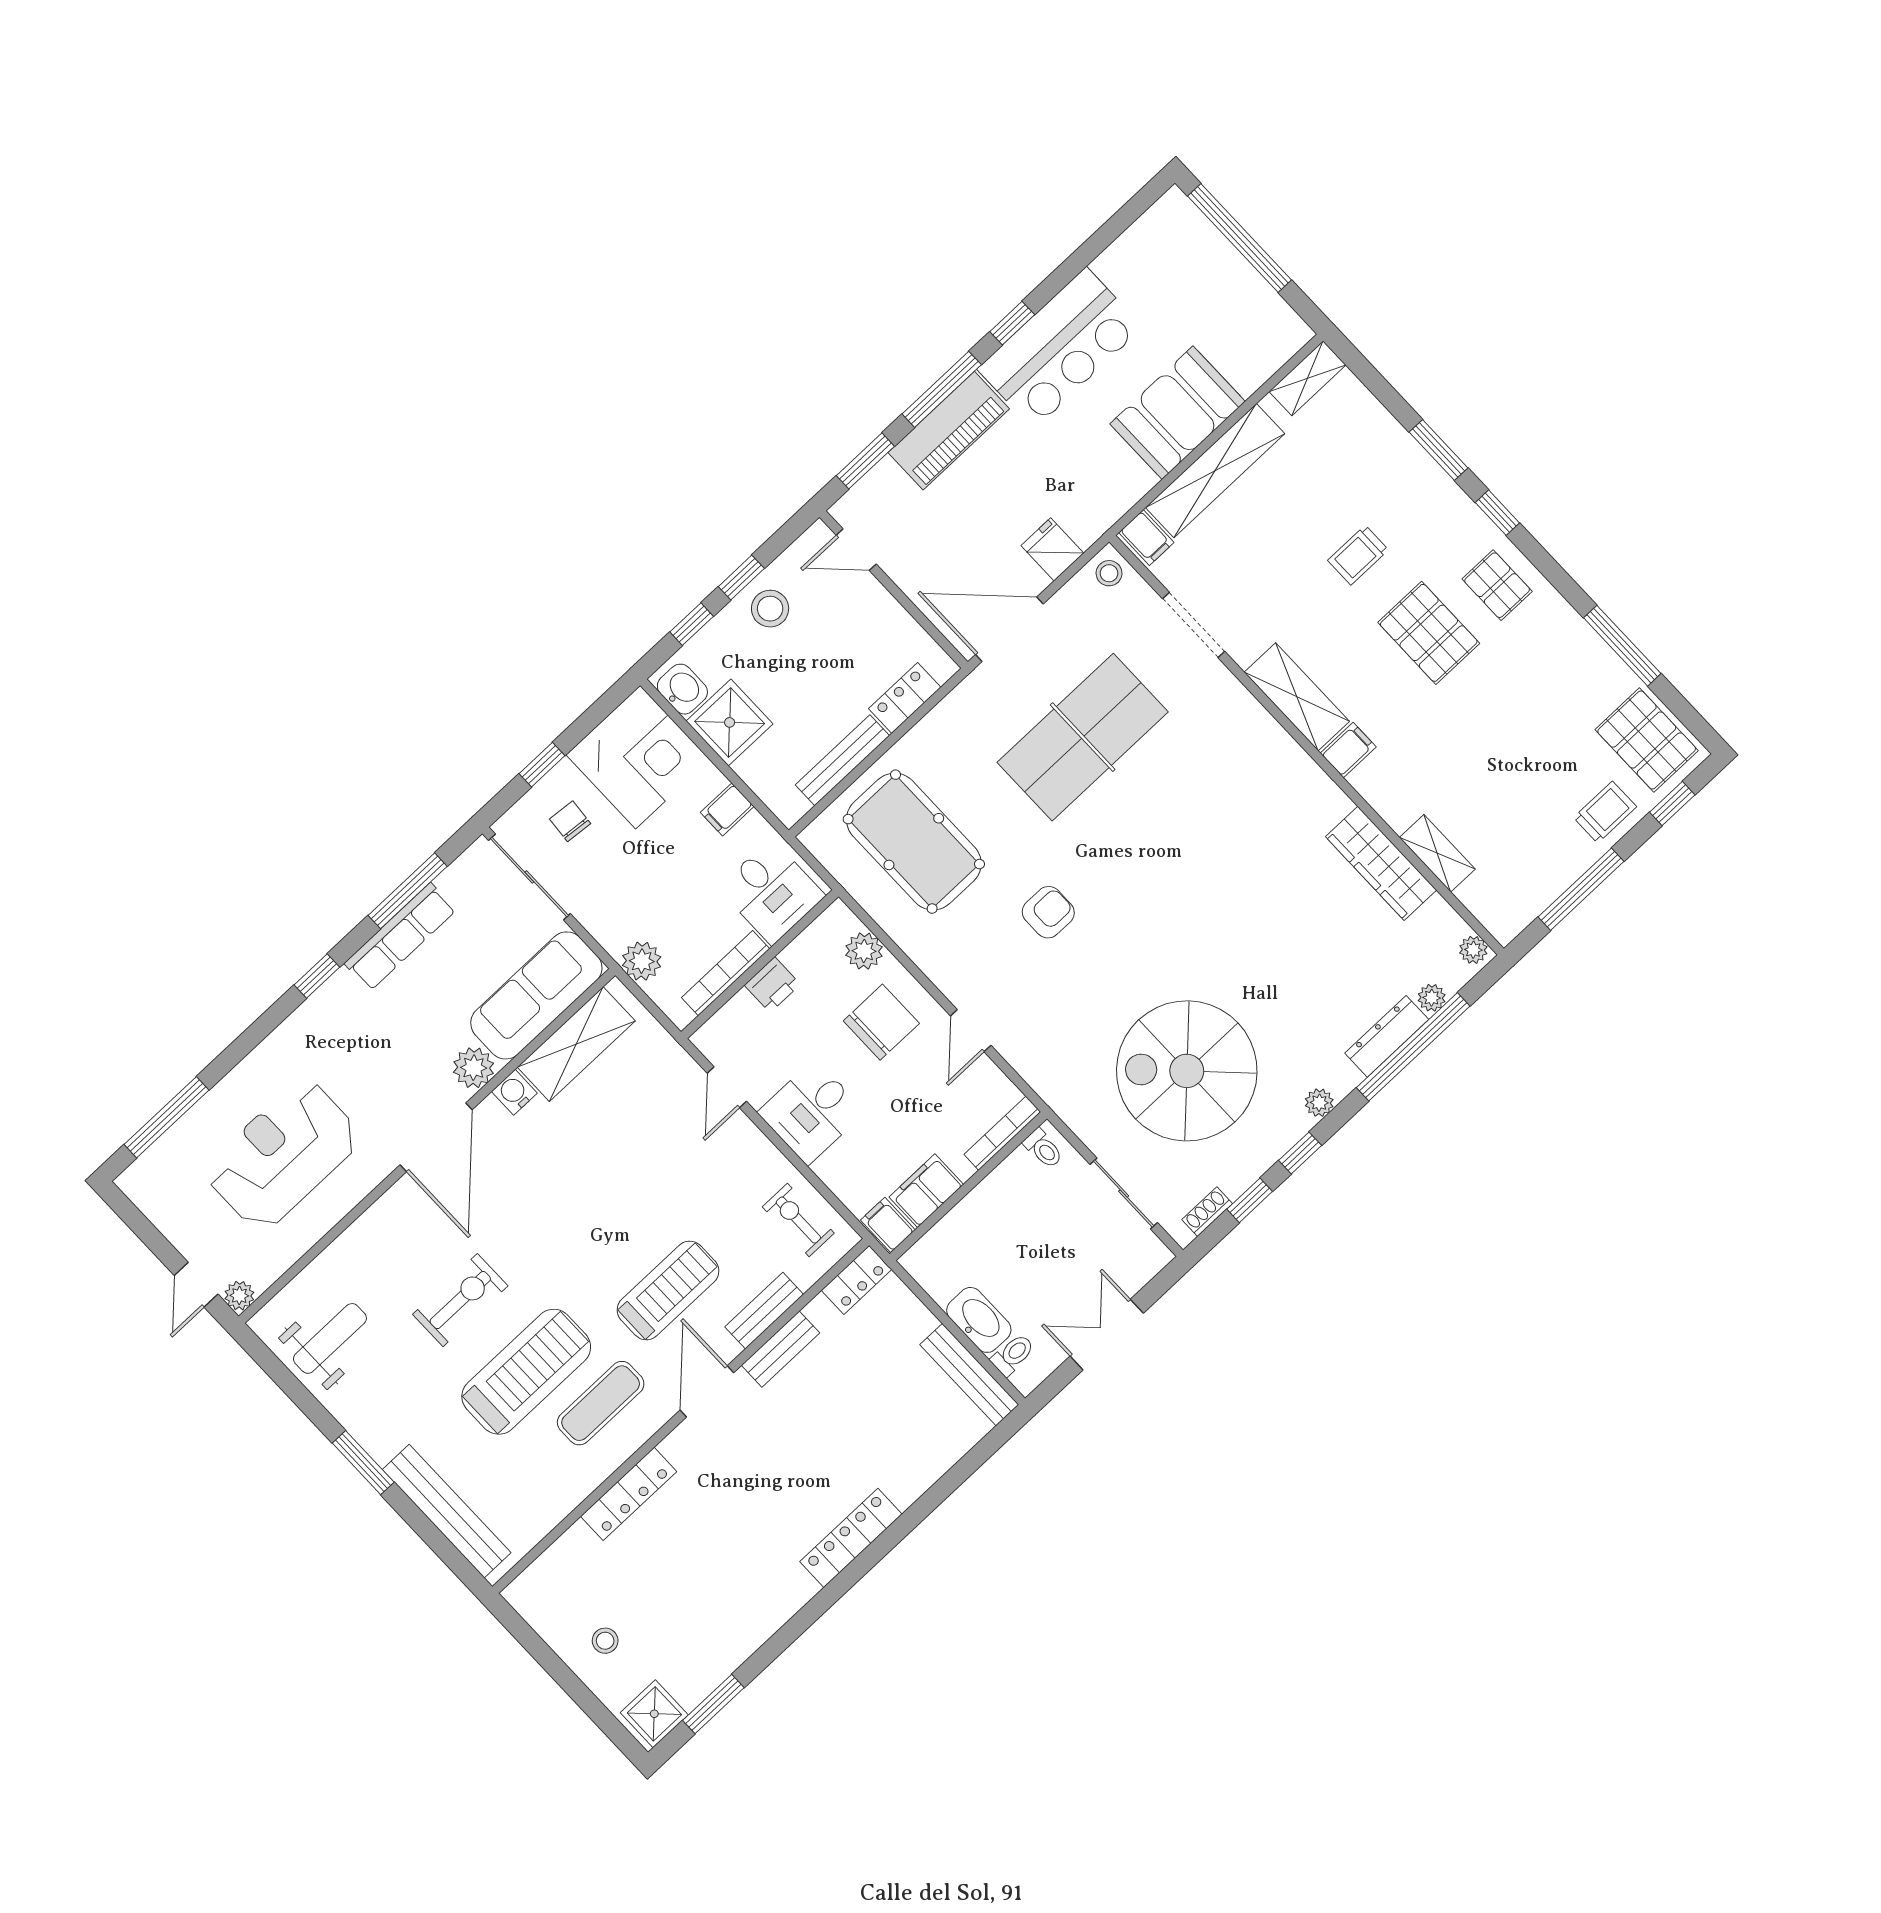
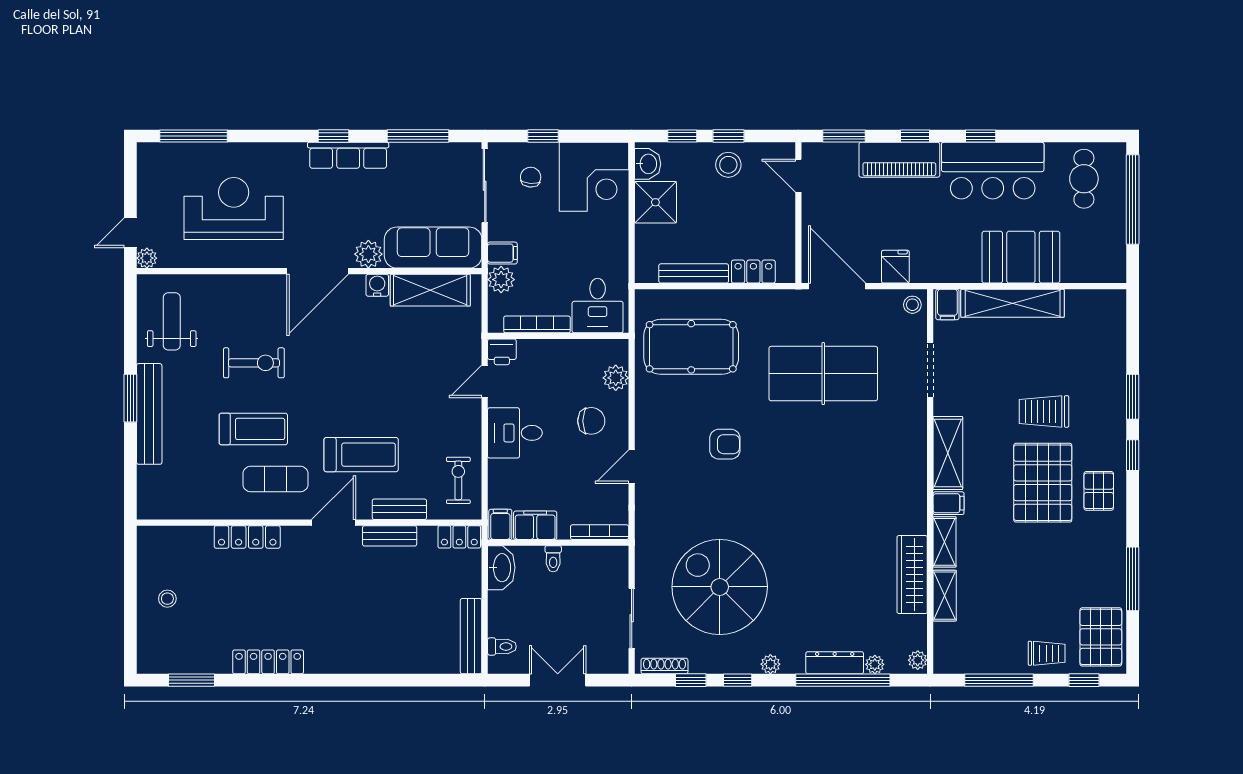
cafe table: (1166, 265) -> (1084, 179), added
shelving: (1308, 378) -> (945, 542), moved, turned 90
window: (942, 389) -> (915, 136), width x0.46
trolley: (1358, 555) -> (1044, 411), width x1.36, depth x1.39
pallet: (1429, 633) -> (1043, 483), width x1.37, depth x1.41
filing cabinet: (727, 809) -> (502, 253), moved, turned 180
pool table: (914, 842) -> (691, 347), turned 90
row of seats: (400, 937) -> (348, 155), moved
printer: (772, 985) -> (502, 352), moved
chair: (881, 1022) -> (591, 421), width x0.73, depth x0.73
toilet: (1043, 1149) -> (553, 559), moved
shoe rack: (1207, 1212) -> (664, 666), width x1.43
washbasin: (979, 1320) -> (501, 568), moved
weight bench: (330, 1338) -> (172, 321), turned -90
treadmill: (526, 1372) -> (253, 429), width x0.73, depth x0.73
bench: (447, 1511) -> (149, 414), moved
locker: (851, 1538) -> (268, 662), moved
shower: (654, 1714) -> (158, 658), removed

